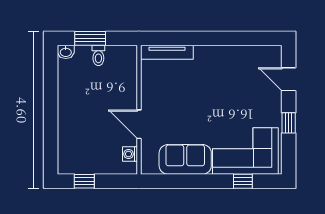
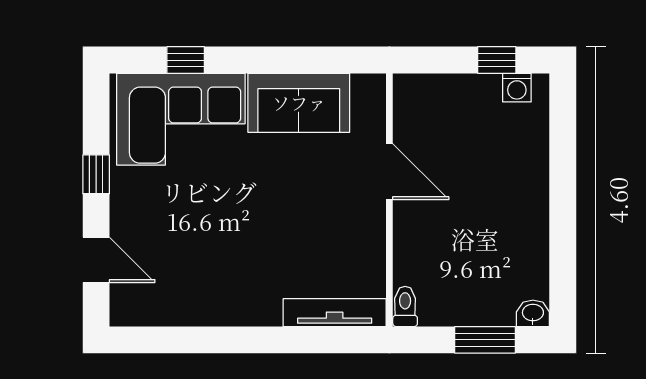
toilet: (98, 55) -> (405, 306), moved
washing machine: (130, 154) -> (517, 88), moved, turned 90

